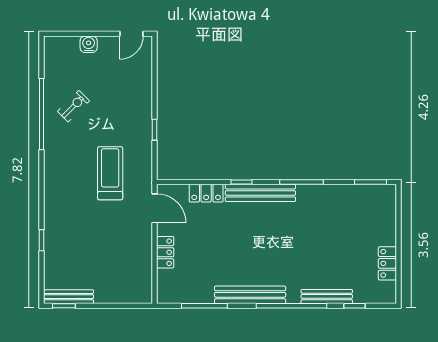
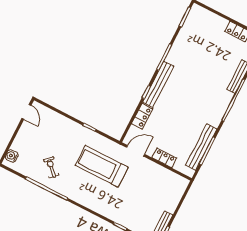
water cooler: (89, 44) -> (12, 156), moved
treadmill: (110, 173) -> (102, 166), width x1.37, depth x1.38
bench: (250, 295) -> (201, 147), moved

